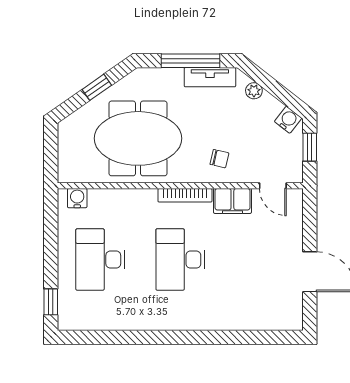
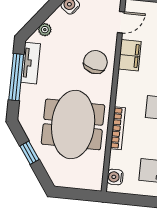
chair: (219, 159) -> (95, 62), width x1.87, depth x1.87
bookcase: (185, 195) -> (118, 128), moved

